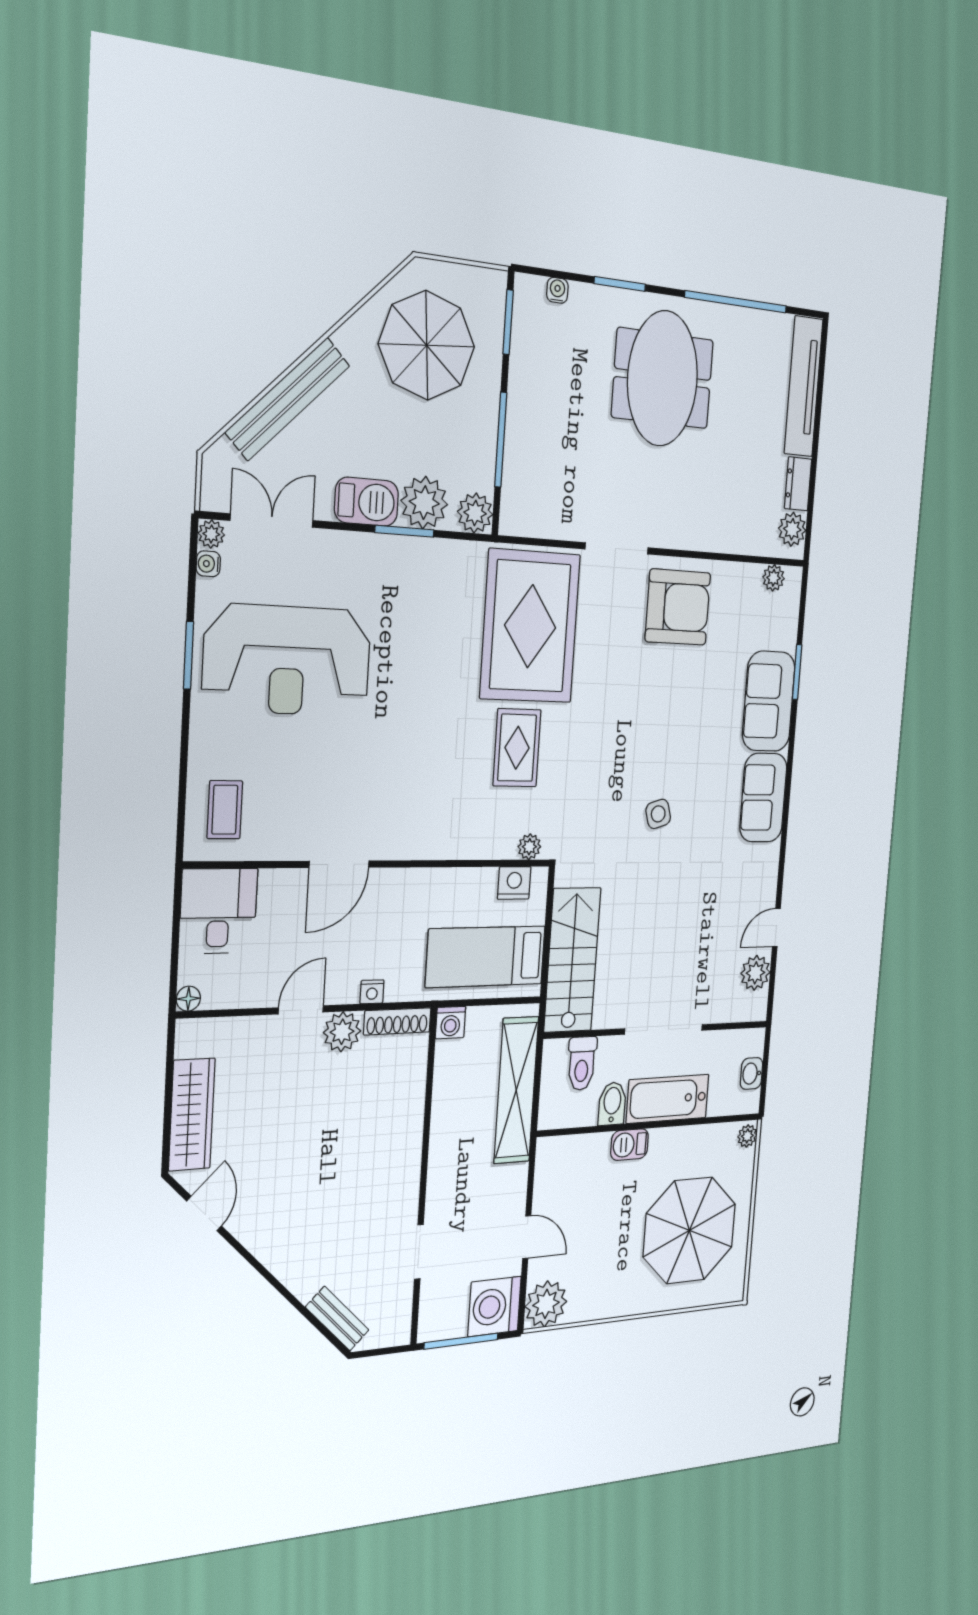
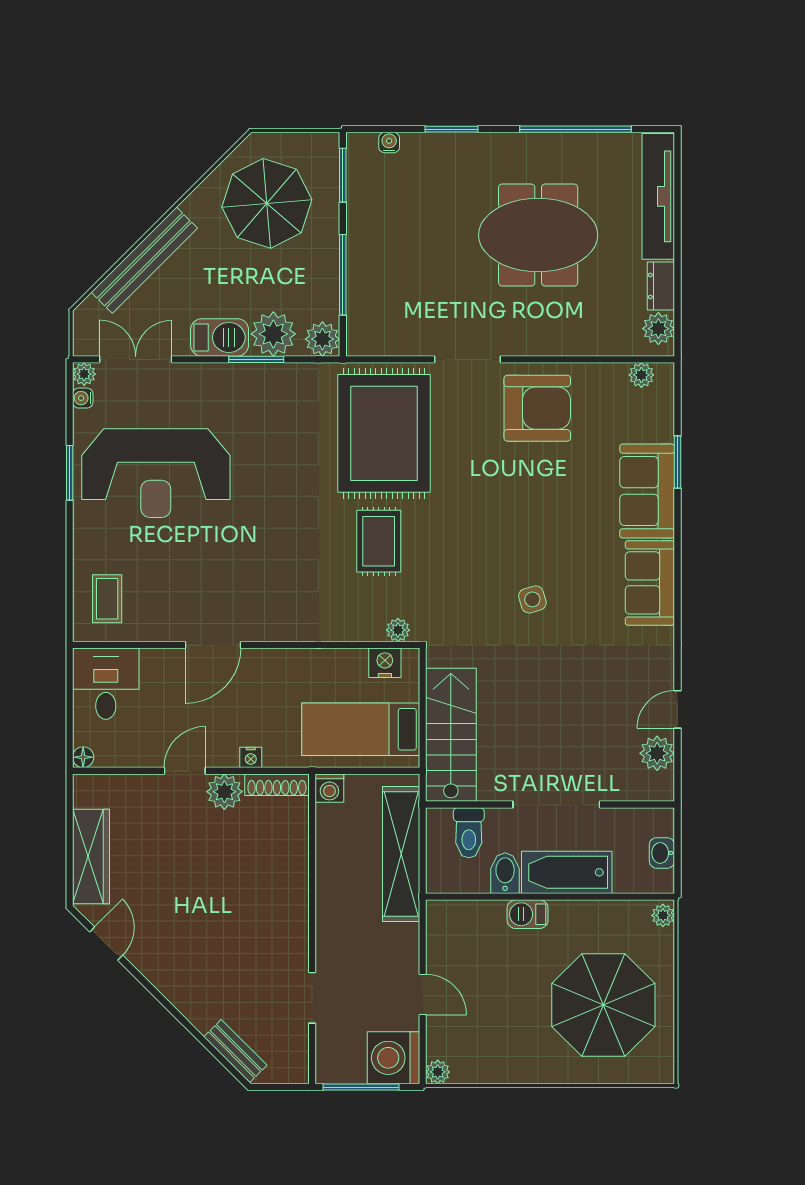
meeting table: (663, 378) -> (538, 235), moved, turned 90
plant: (546, 1304) -> (438, 1072), width x0.53, depth x0.53

